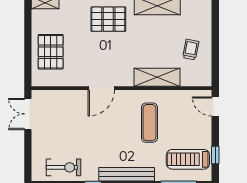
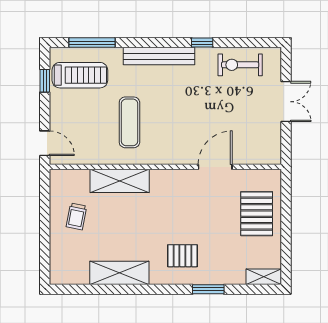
pallet: (108, 19) -> (182, 256), width x0.67, depth x0.71
door: (101, 88) -> (215, 167), moved
double door: (28, 114) -> (286, 102), moved

